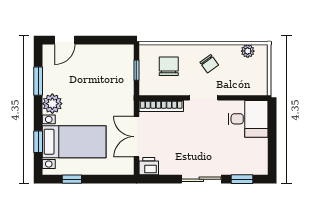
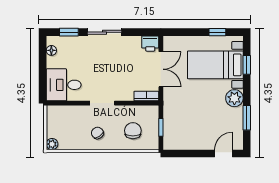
plant: (248, 51) -> (52, 144), moved
chair: (169, 66) -> (133, 131), turned 180
bookcase: (161, 106) -> (146, 96), width x0.64
floor lamp: (262, 158) -> (51, 50), added

